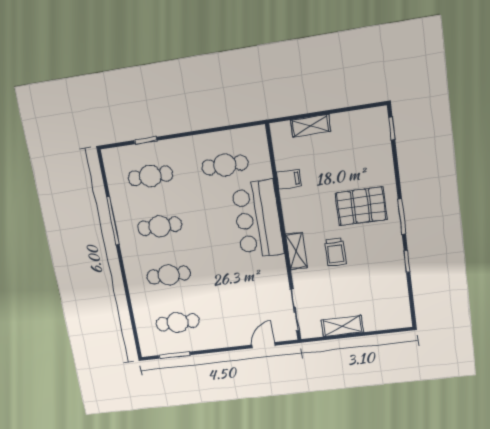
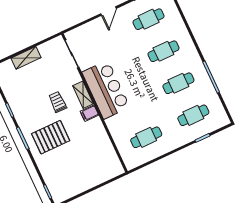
shelving: (311, 126) -> (99, 179), removed
filing cabinet: (289, 179) -> (89, 113), moved
bar counter: (258, 219) -> (106, 90), moved
shelving: (342, 326) -> (26, 58), moved
door: (264, 345) -> (109, 11), moved

